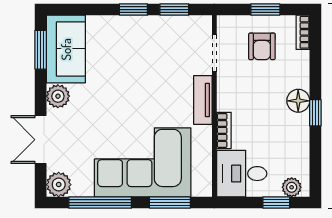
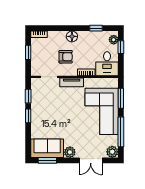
armchair: (262, 46) -> (66, 57), moved
window: (315, 113) -> (96, 28), moved

